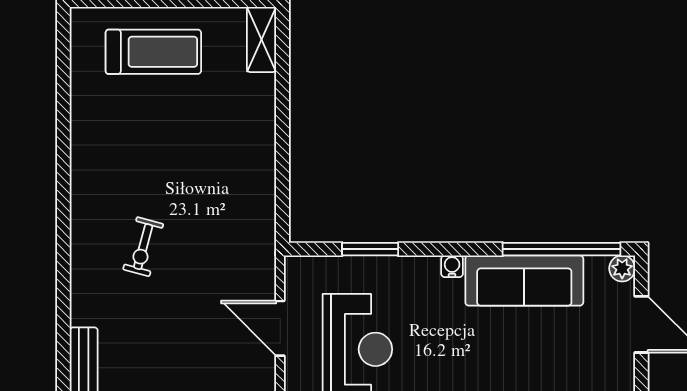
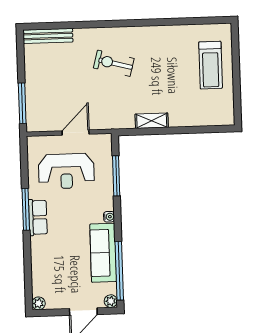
shelving: (262, 39) -> (152, 121), moved
exercise bike: (143, 247) -> (114, 63), width x1.38, depth x1.39
window: (370, 249) -> (116, 176), width x1.44

